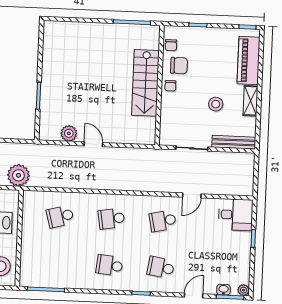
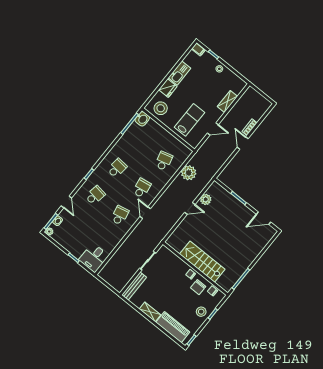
door: (40, 49) -> (264, 218), added
stool: (216, 104) -> (201, 312), moved
plant: (18, 175) -> (189, 173), moved
door: (192, 195) -> (145, 213), moved
washbasin: (29, 279) -> (142, 119), added

